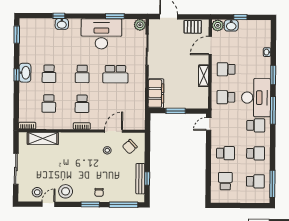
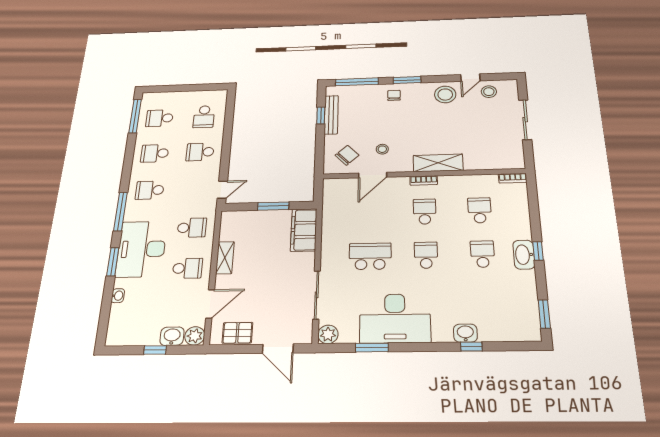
desk: (256, 98) -> (141, 249), moved
shelving: (43, 138) -> (438, 163), moved

